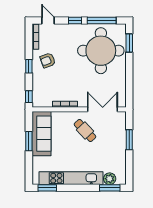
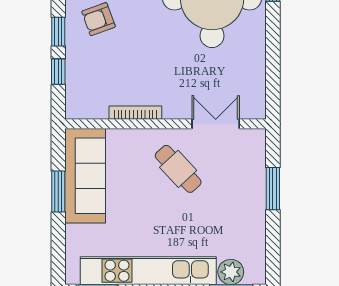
window: (29, 97) -> (58, 72), moved
double door: (103, 109) -> (216, 124), width x0.73

